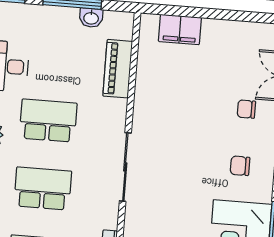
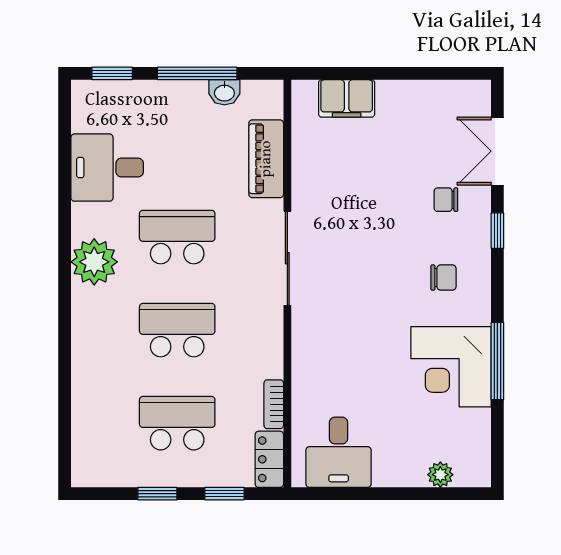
chair: (240, 166) -> (443, 278), turned 180
sliding door: (125, 167) -> (287, 258), moved

